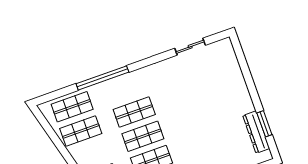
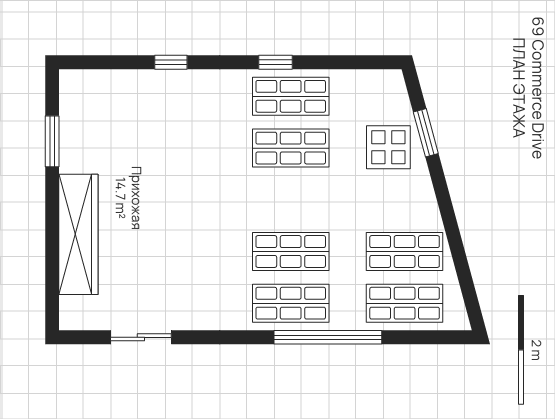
wardrobe: (237, 85) -> (78, 234), added
dresser: (256, 132) -> (73, 131), removed
shop shelf: (143, 136) -> (291, 303), moved

